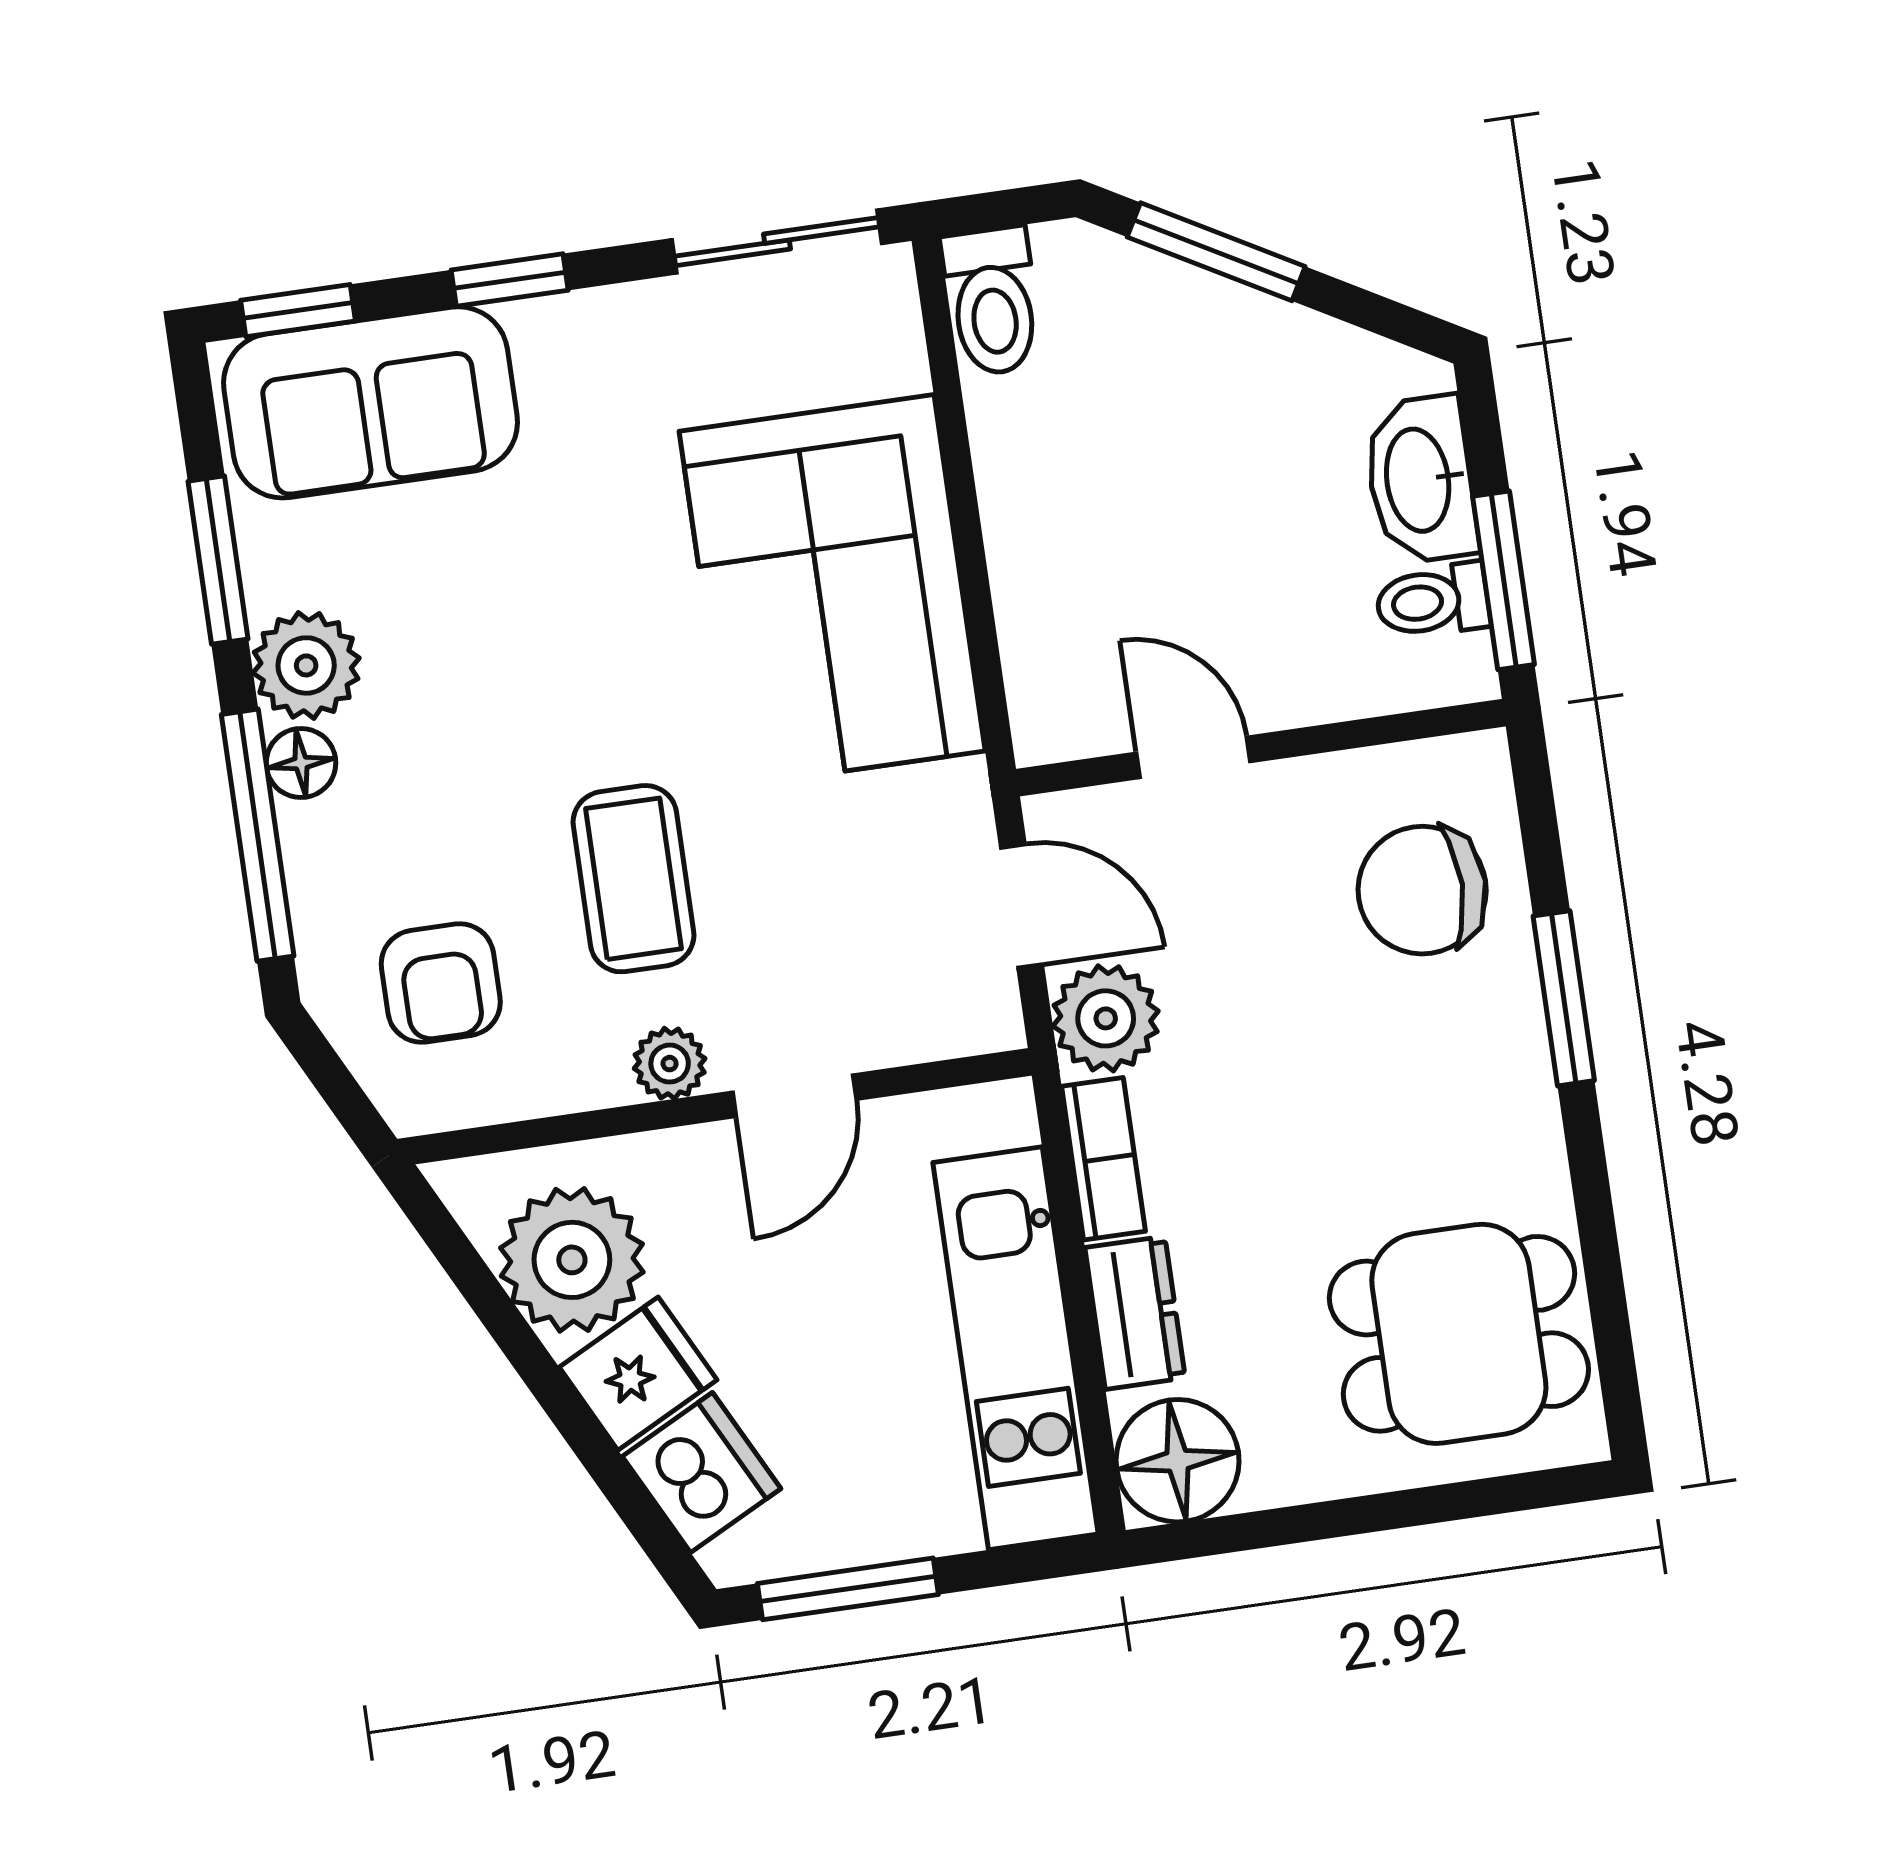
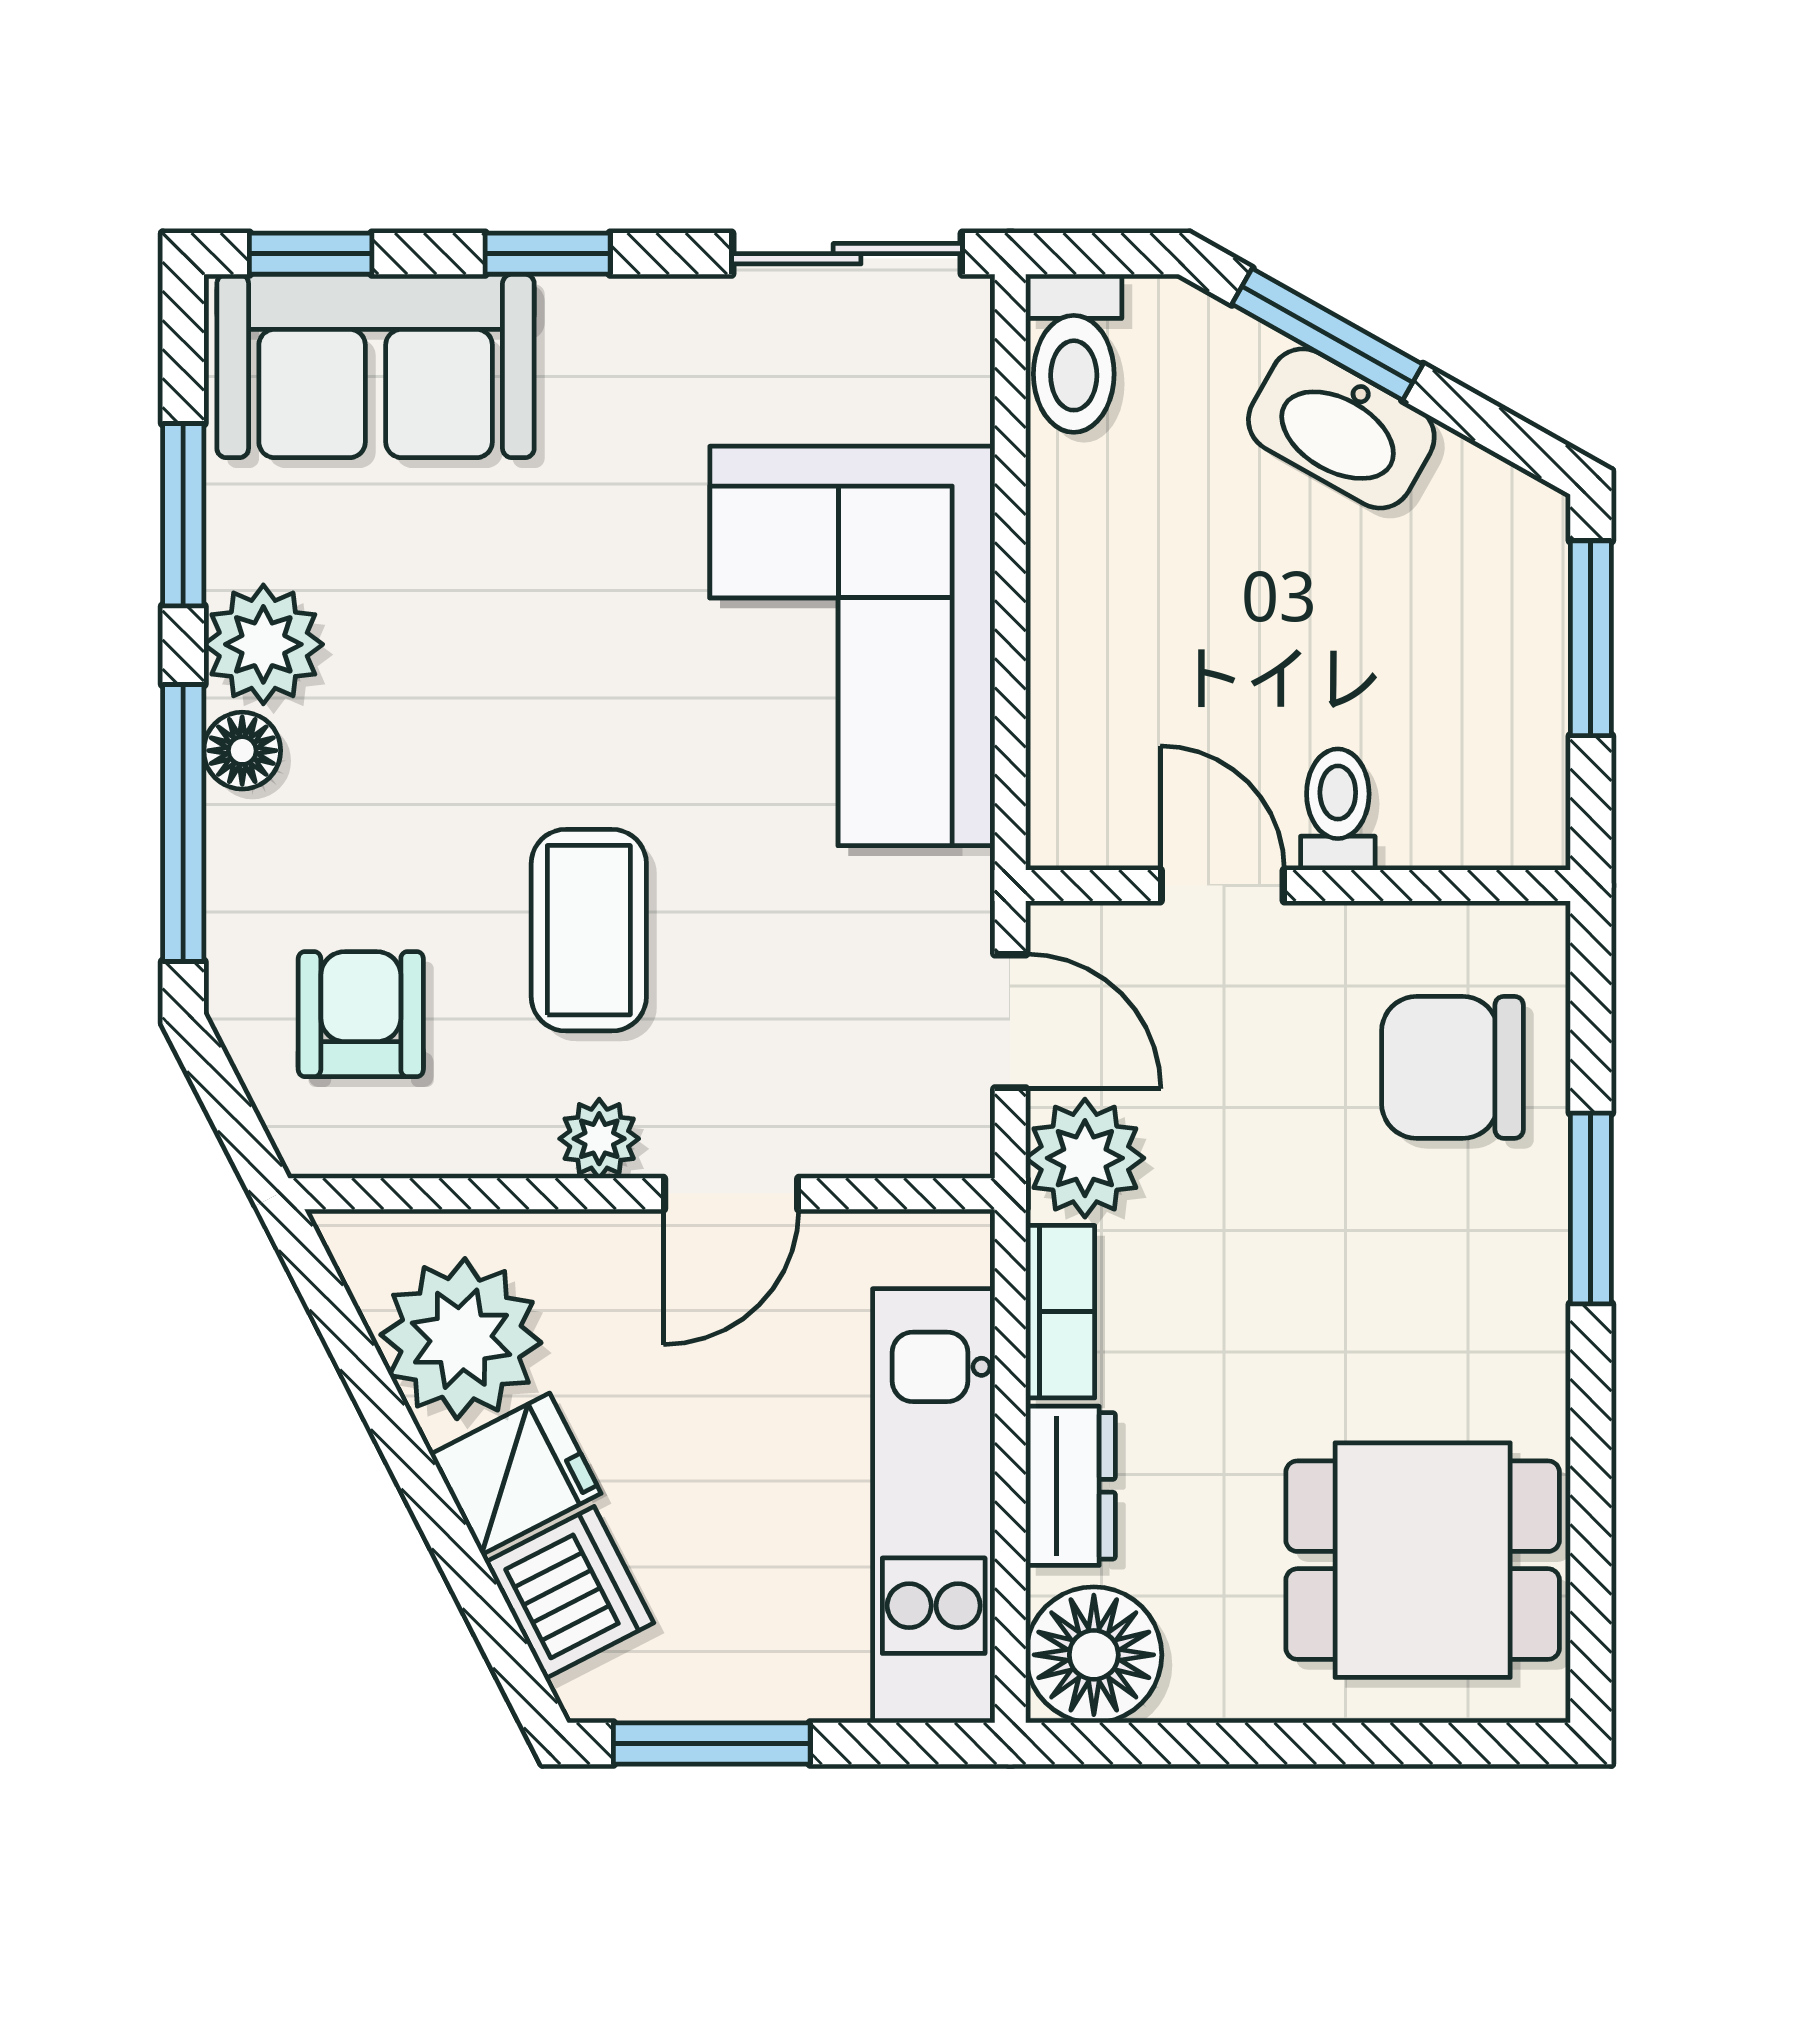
washbasin: (1421, 480) -> (1341, 428), moved, turned -61
window: (1504, 580) -> (1591, 638), moved
toilet: (1433, 601) -> (1338, 810), moved, turned 90
armchair: (441, 983) -> (361, 1014), turned 180

